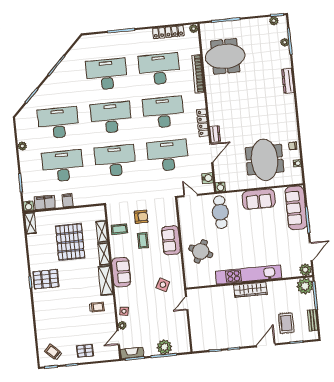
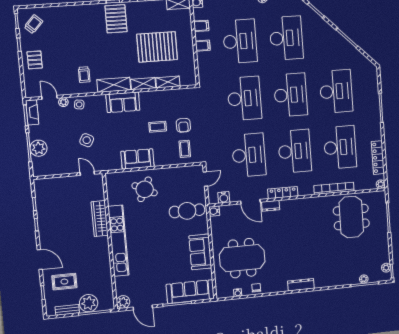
dresser: (288, 81) -> (301, 285), moved
filing cabinet: (45, 202) -> (201, 26), width x0.50
coffee table: (119, 229) -> (185, 149), moved
sofa: (171, 240) -> (137, 159), moved
side table: (163, 285) -> (87, 140), moved
plant: (305, 286) -> (89, 303), moved
wardrobe: (250, 290) -> (100, 219), moved

